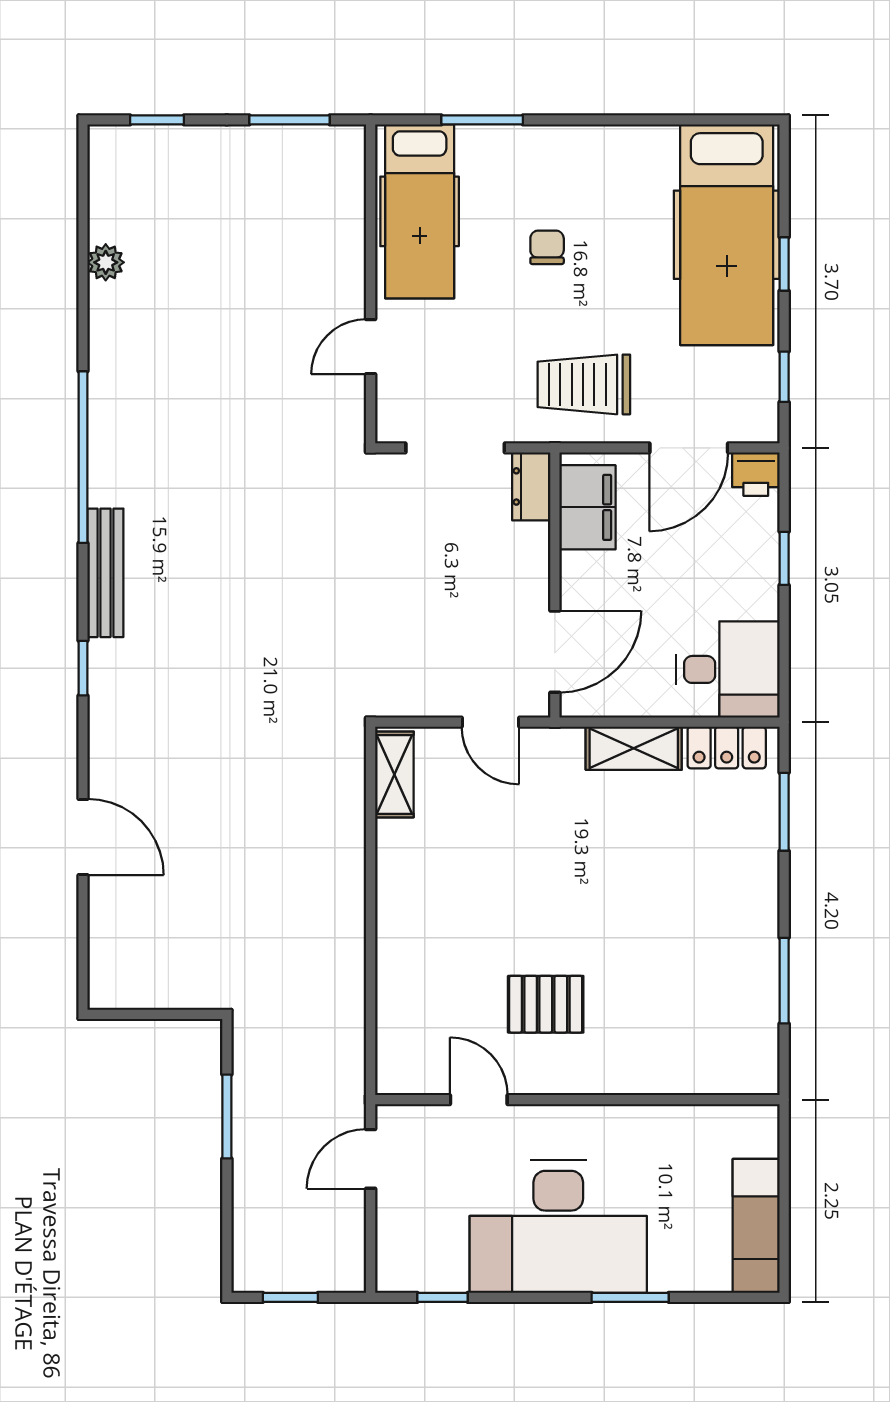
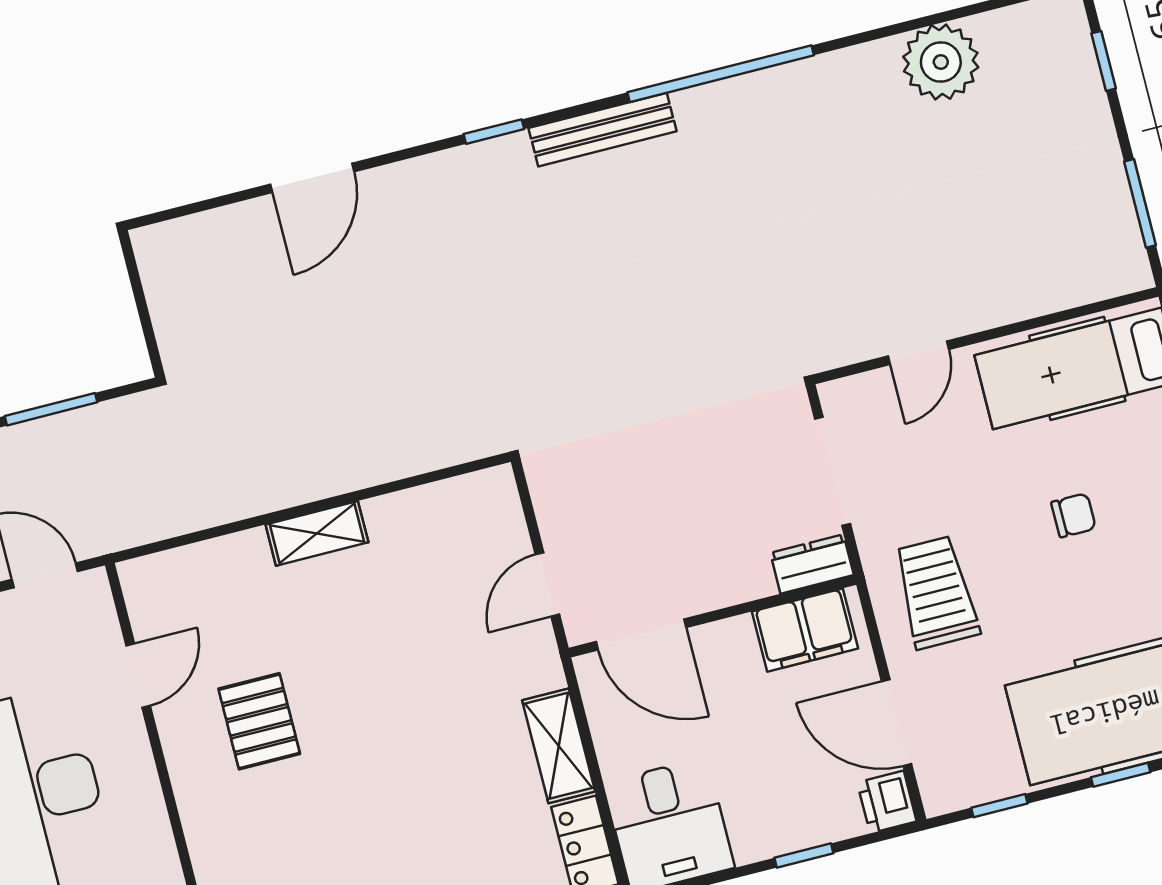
plant: (106, 262) -> (941, 62), width x1.88, depth x1.88
door: (371, 347) -> (918, 353), swing flipped
shelving: (394, 774) -> (317, 533), moved

